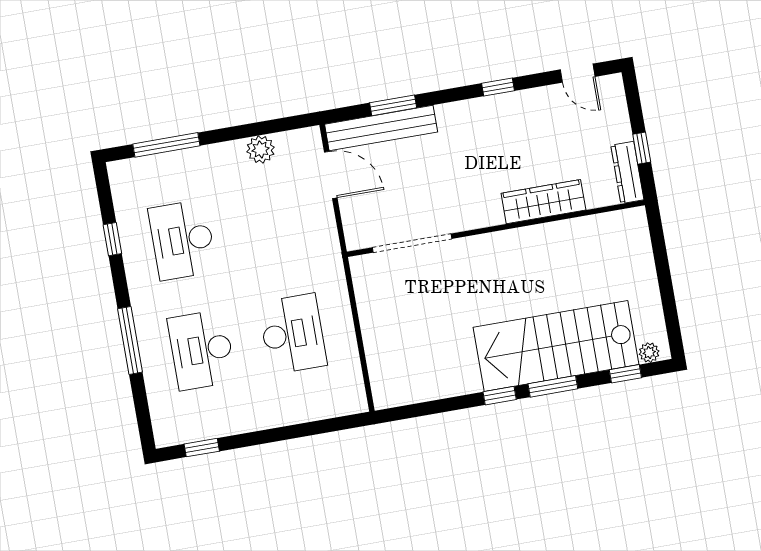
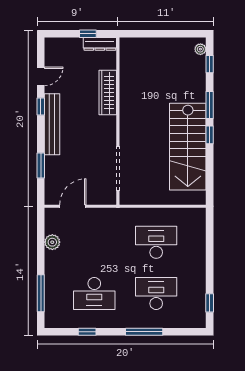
door: (578, 73) -> (41, 76), moved
bench: (381, 128) -> (52, 124), moved
stairs: (556, 346) -> (188, 147), moved
desk: (202, 350) -> (156, 294), turned 180

